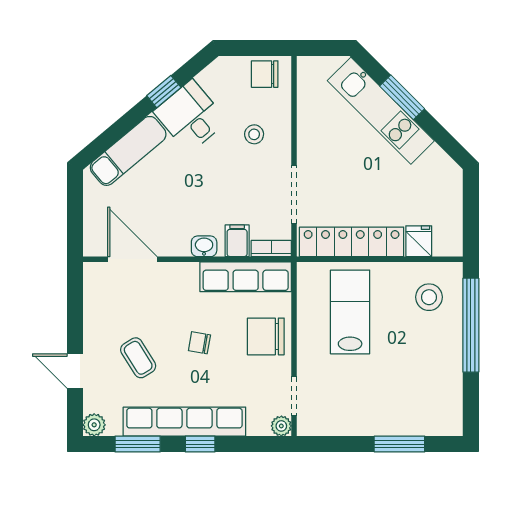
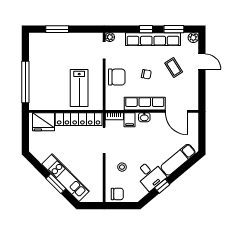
fridge: (419, 241) -> (43, 122), width x1.88, depth x1.34
row of seats: (246, 277) -> (145, 104), moved
stool: (429, 297) -> (44, 95), removed

